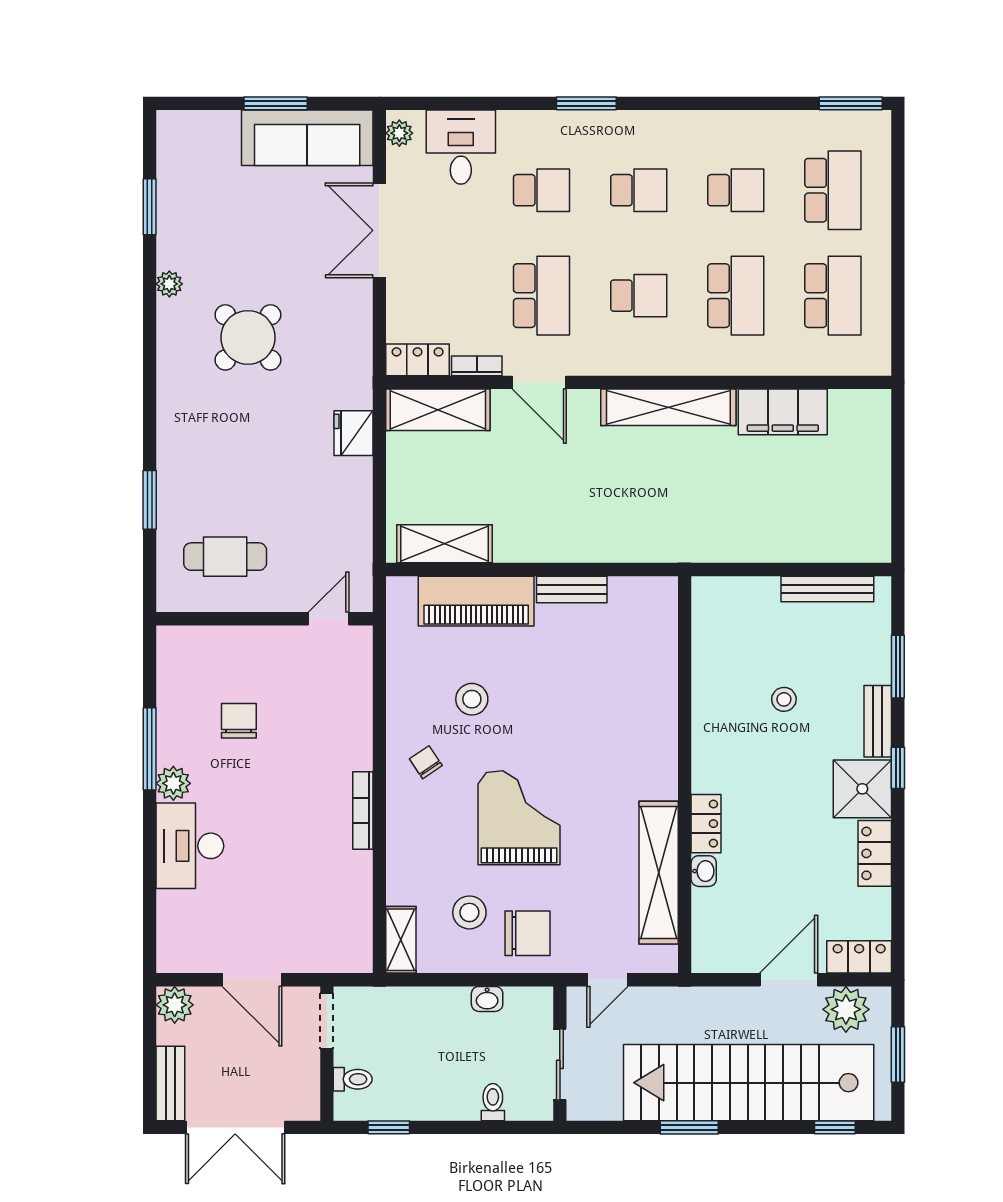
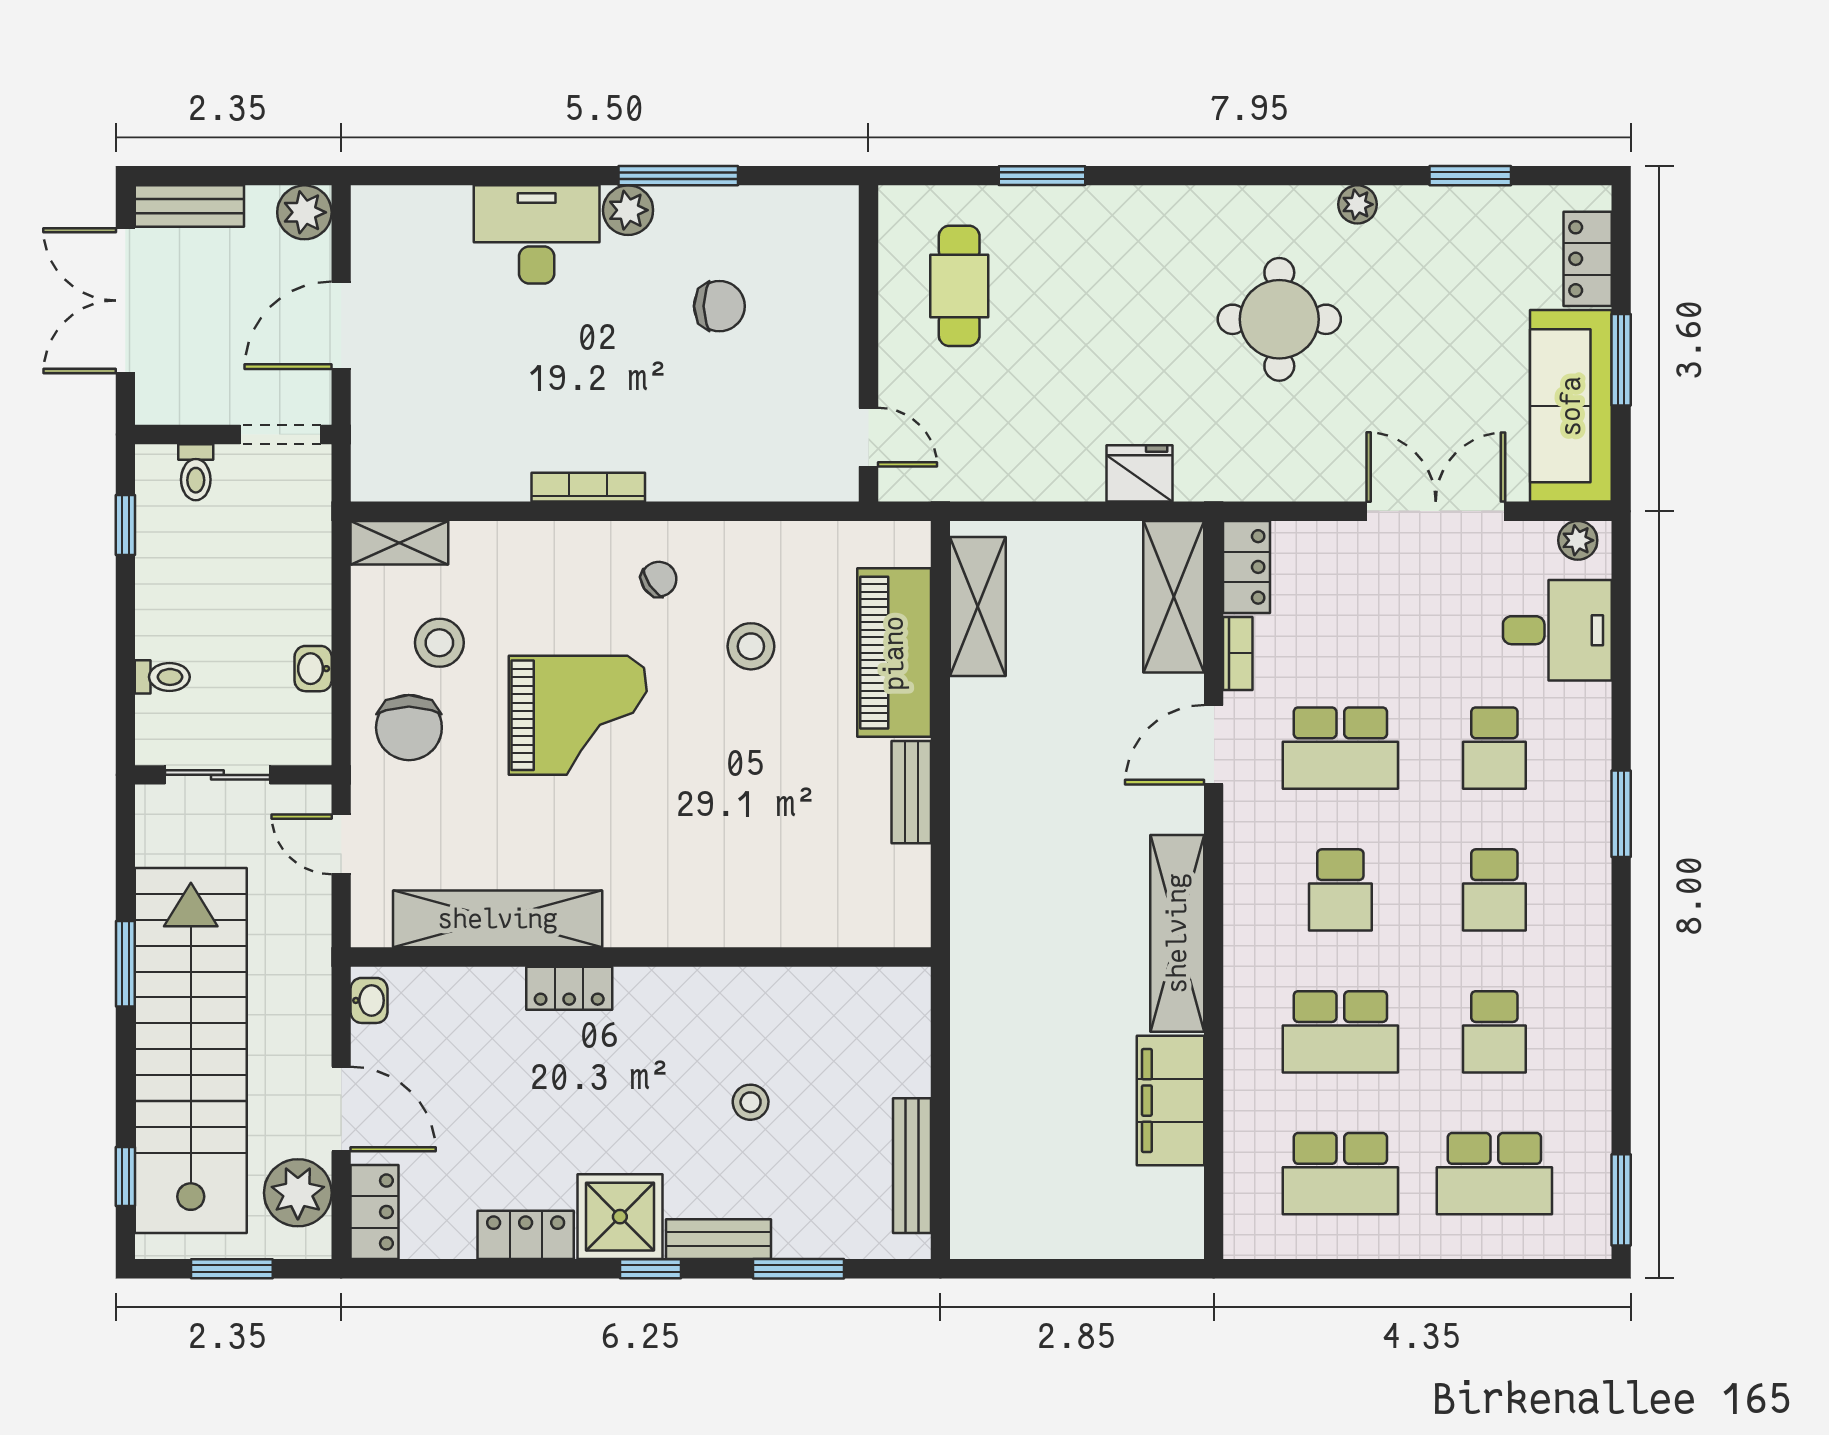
locker: (207, 126) -> (1588, 259), added
round table: (248, 337) -> (1279, 319), turned 45
washbasin: (704, 871) -> (369, 1000), moved, turned -90

